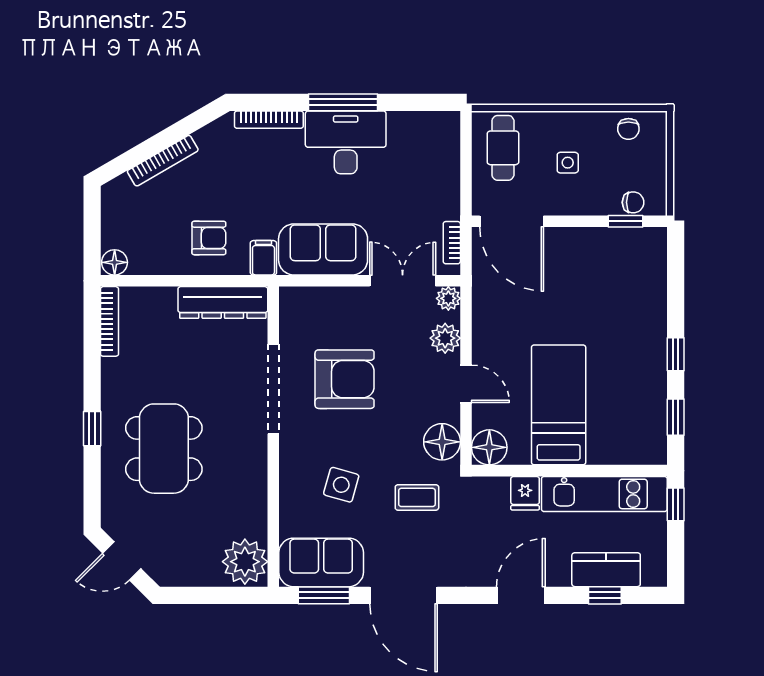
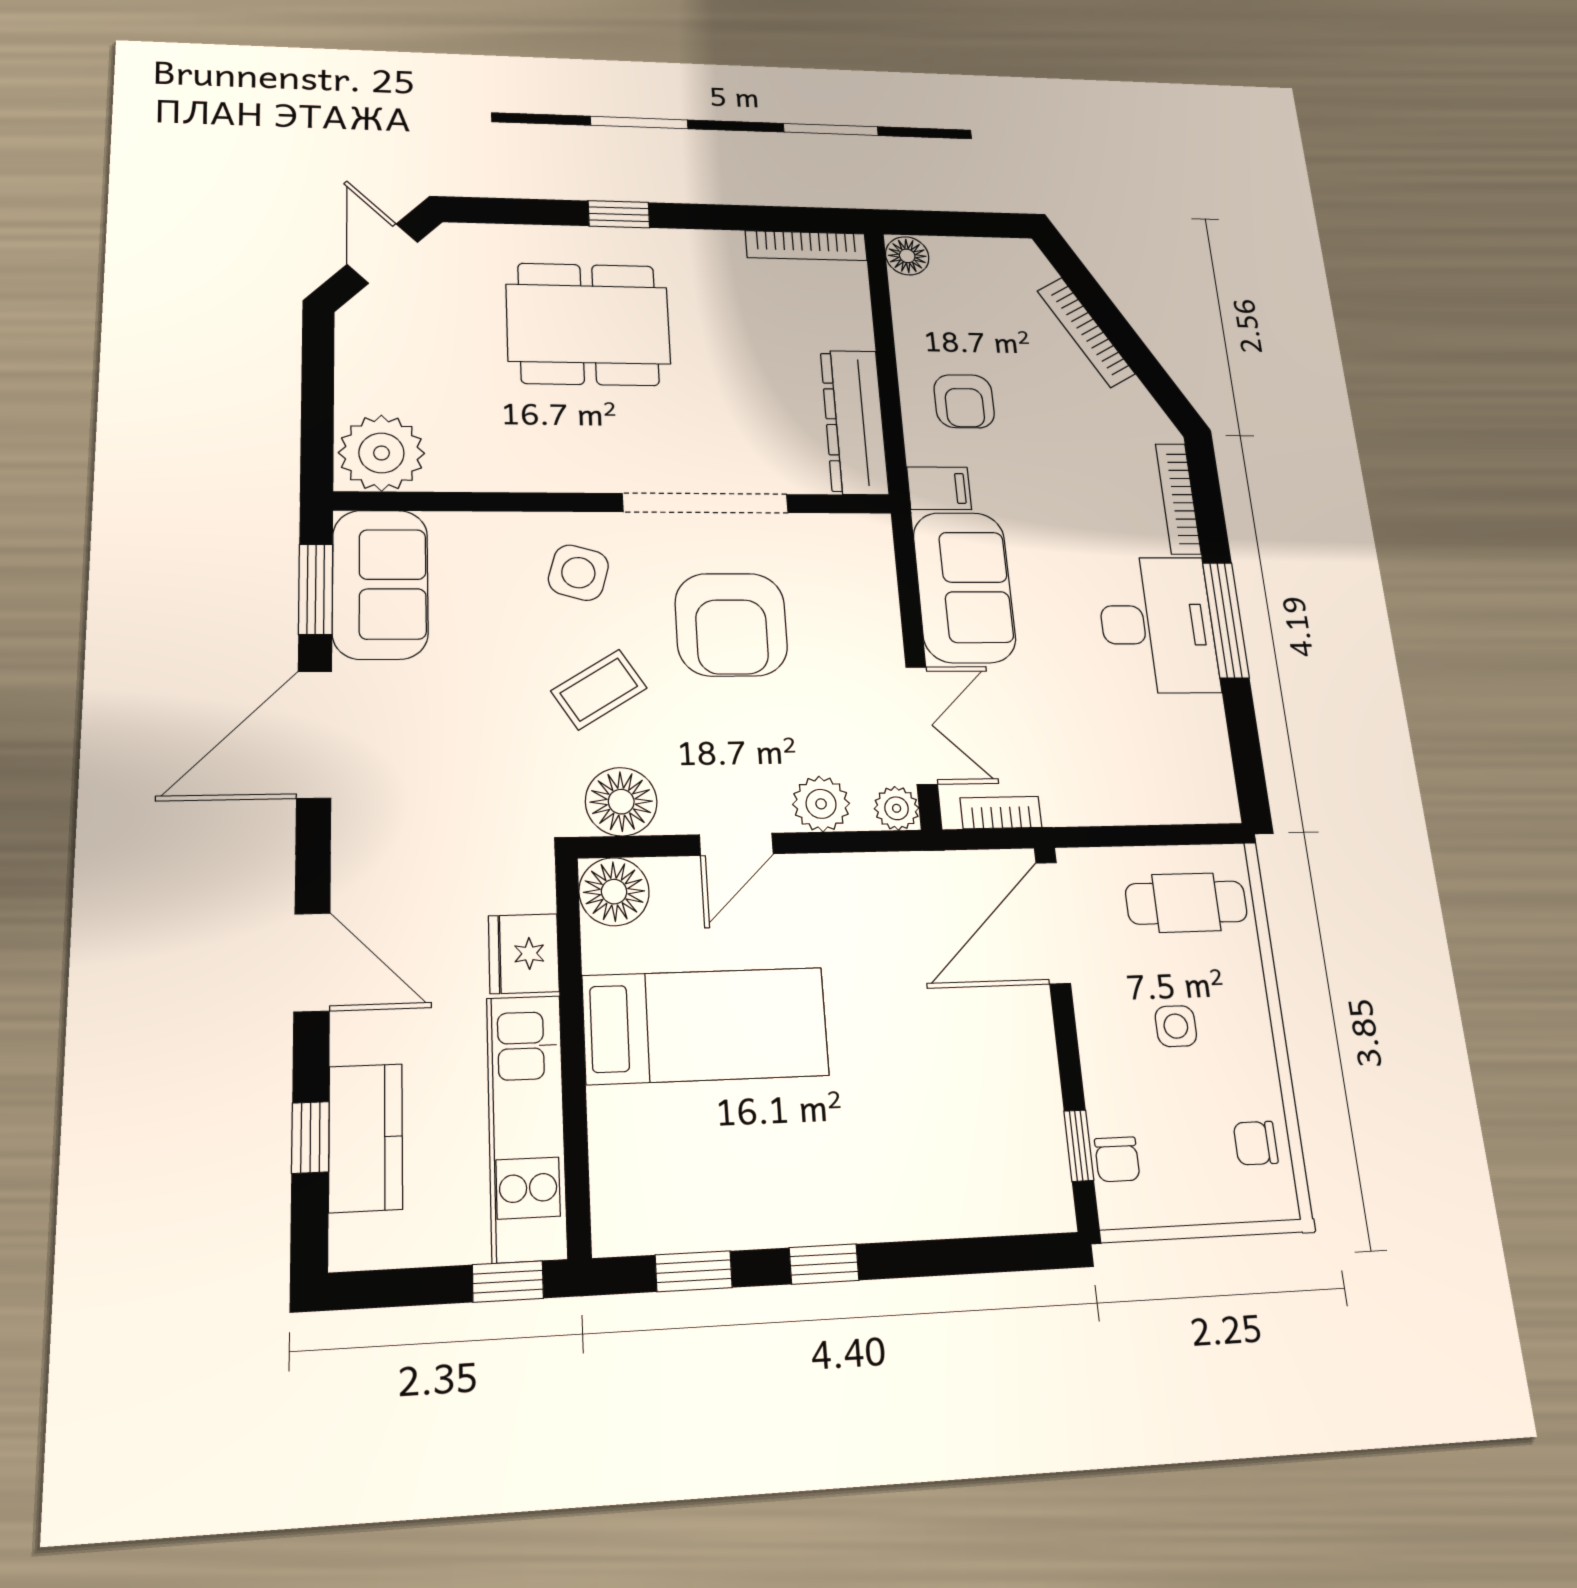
side table: (341, 485) -> (578, 573), moved
fridge: (525, 493) -> (524, 954), width x1.38
coffee table: (417, 497) -> (599, 690), moved, turned 58

